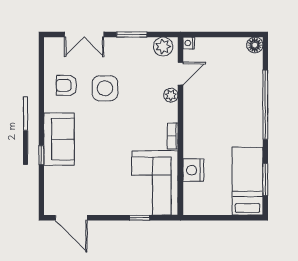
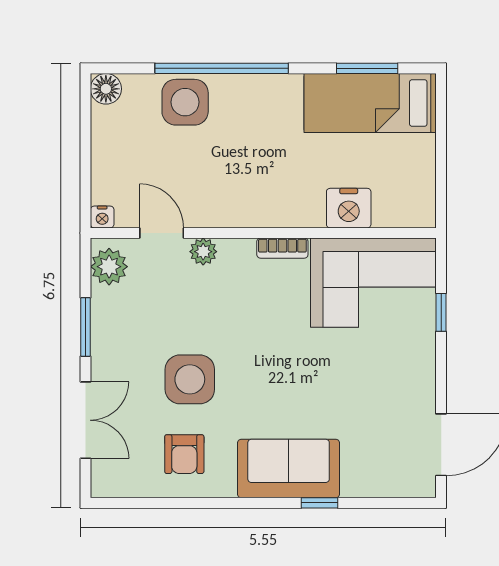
side table: (248, 86) -> (185, 102), added

